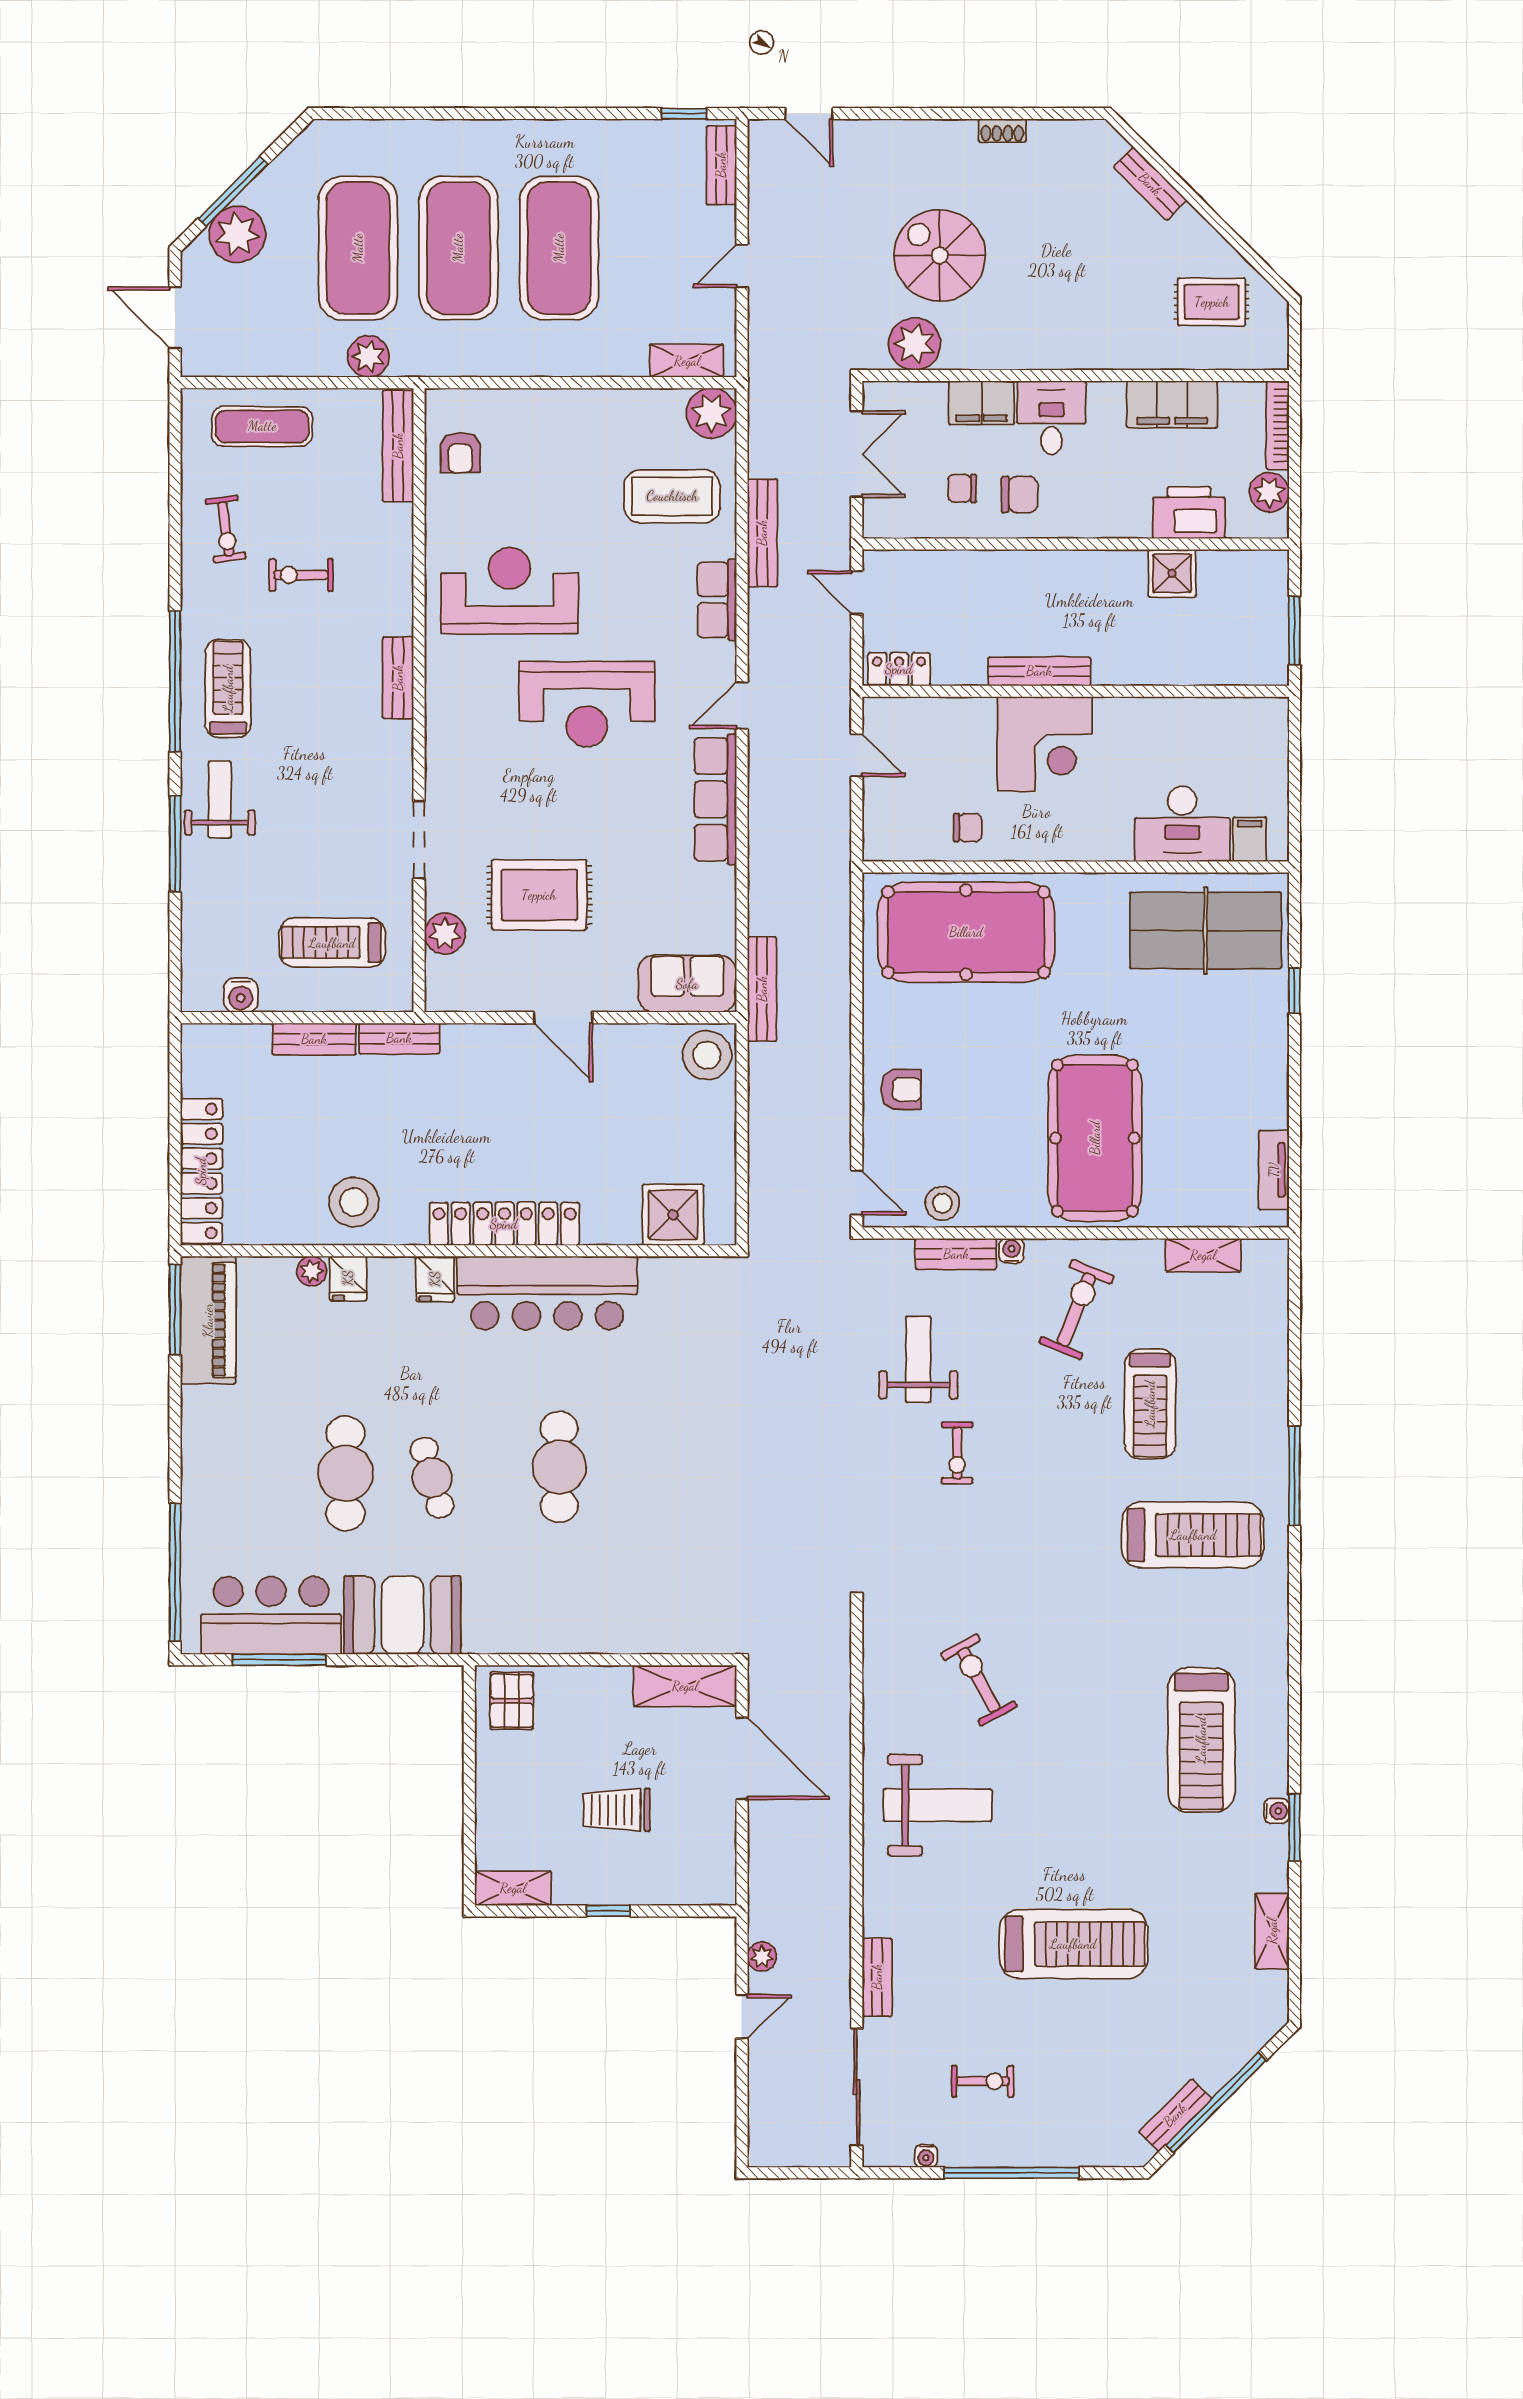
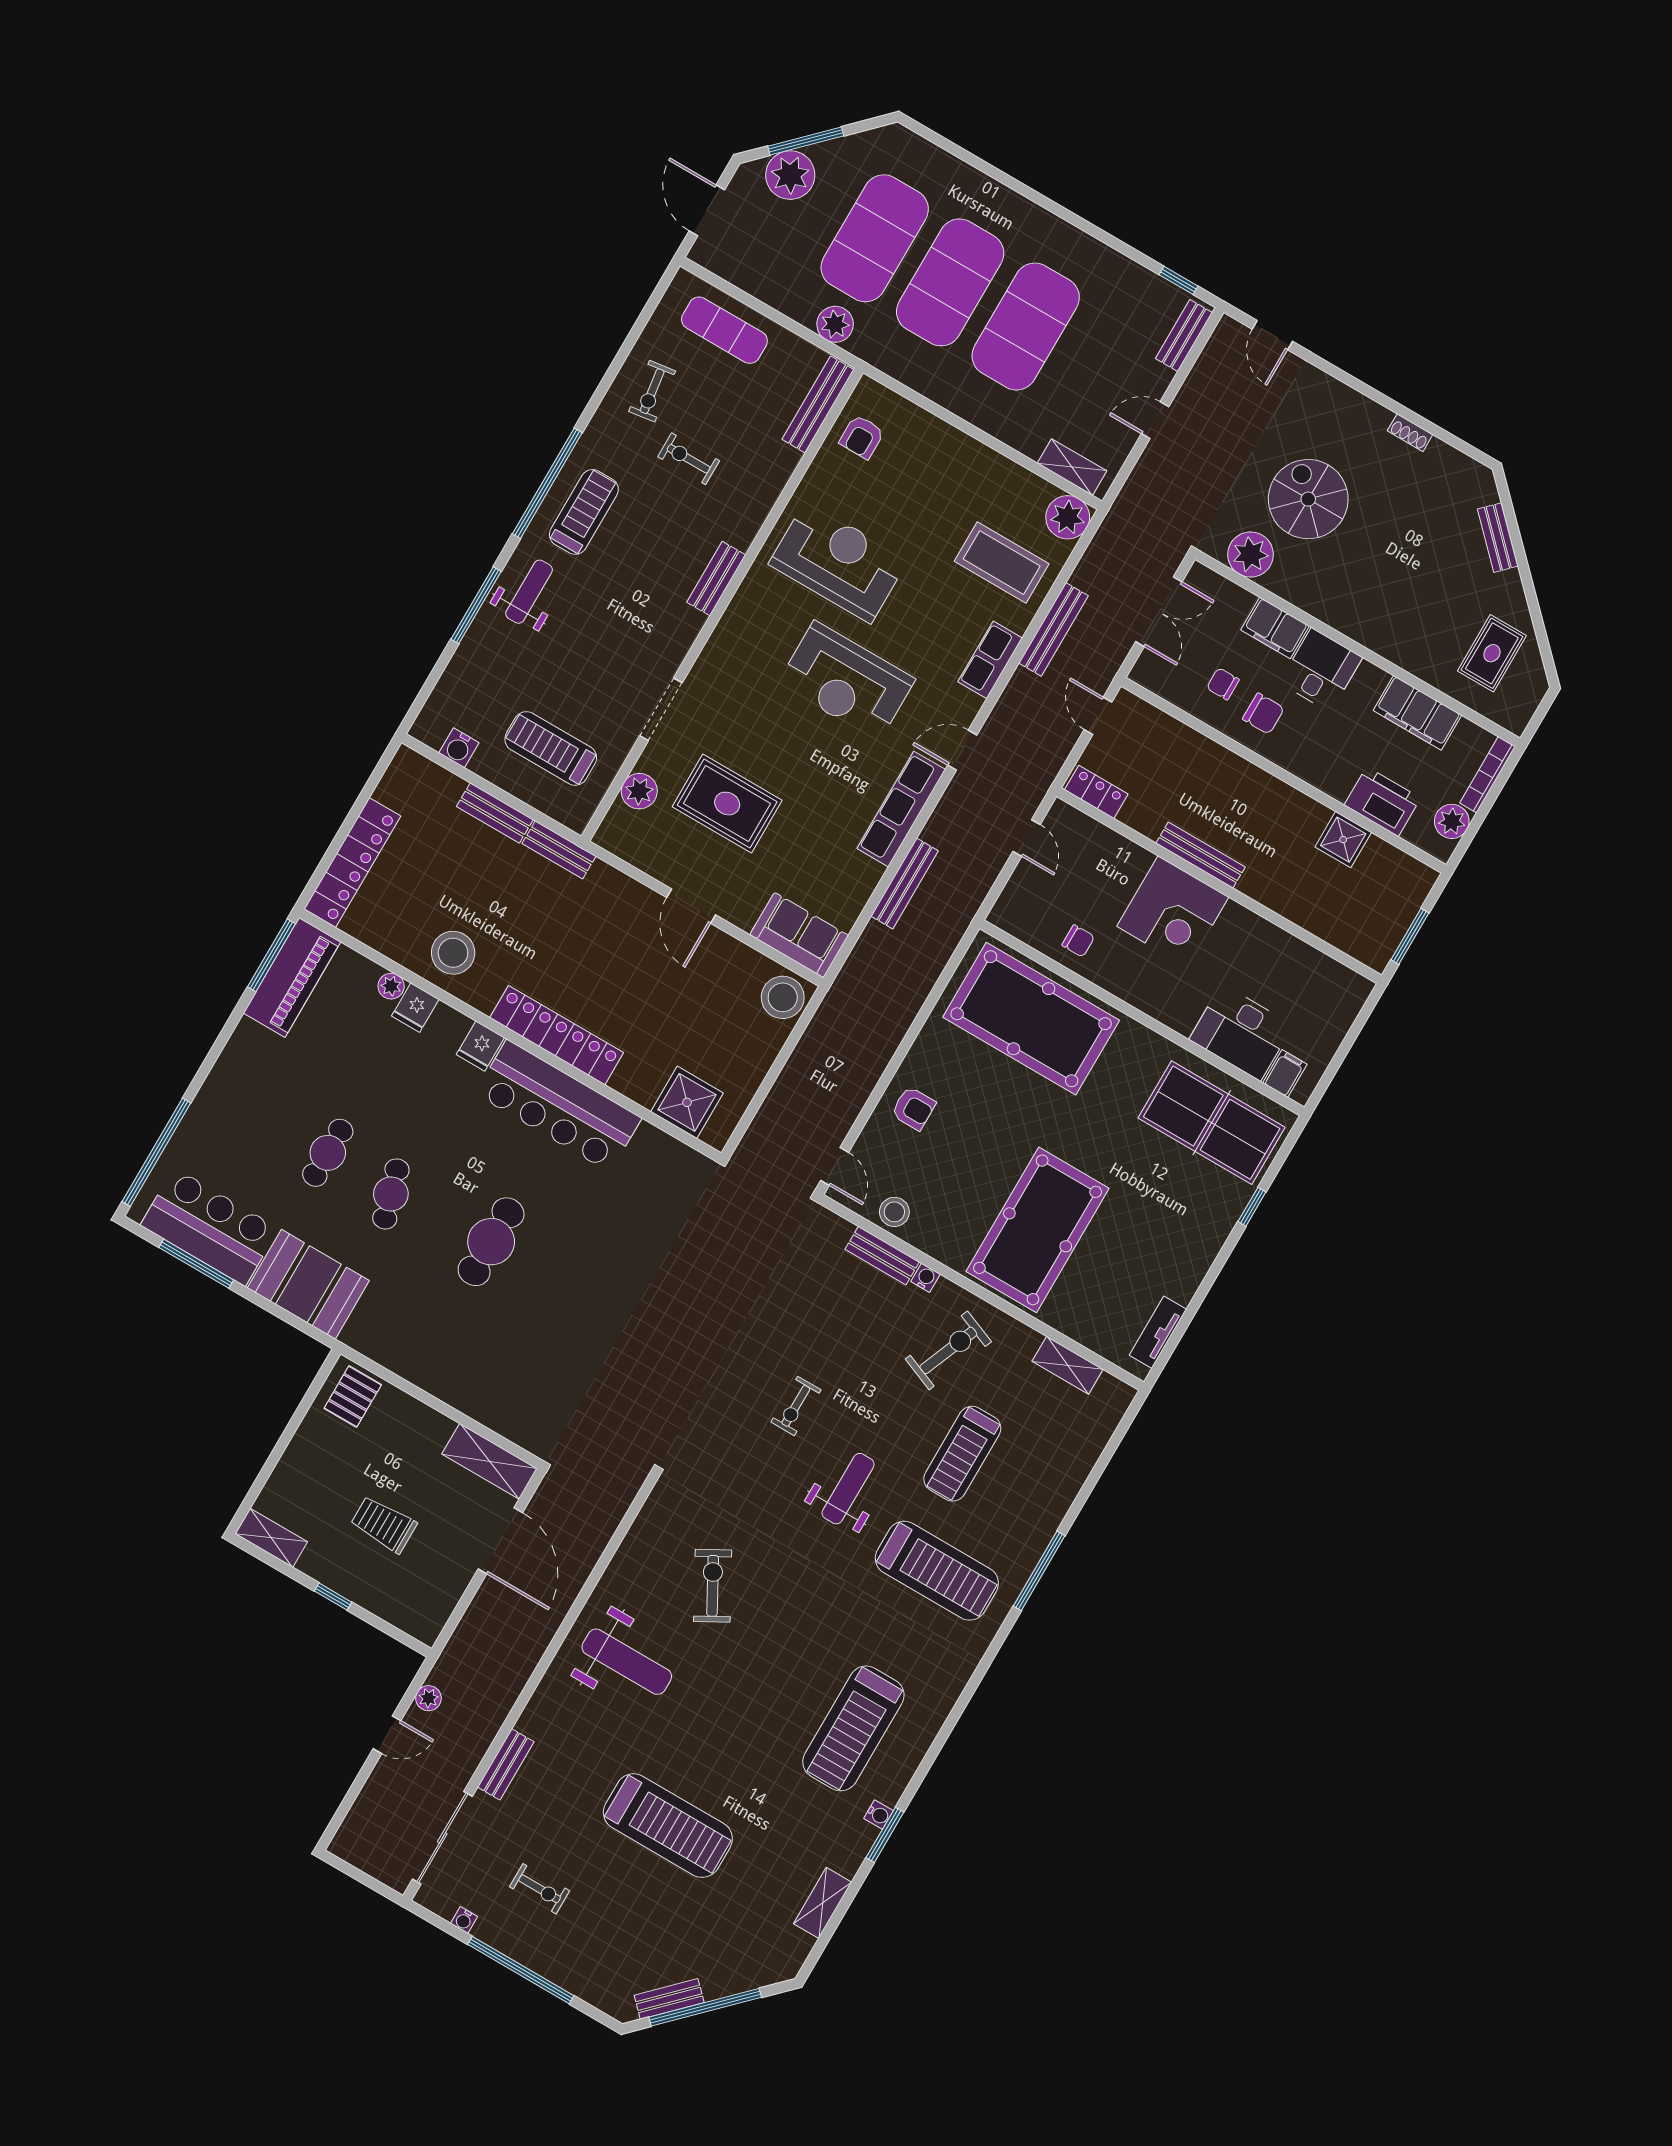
rug: (1212, 302) -> (1492, 653), turned 90
bench: (762, 989) -> (905, 883), moved
weight bench: (918, 1359) -> (848, 1489), moved
cafe table: (346, 1473) -> (328, 1153), width x0.73, depth x0.74

